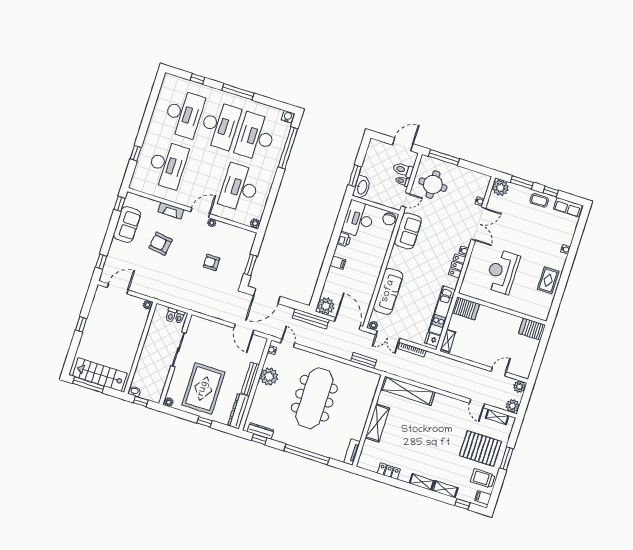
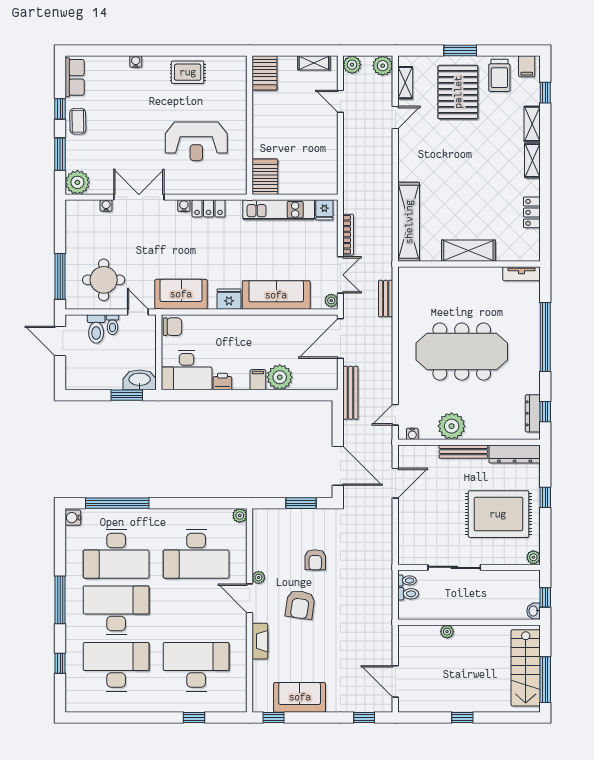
armchair: (161, 244) -> (300, 605), moved
fridge: (395, 261) -> (229, 299), added
plant: (148, 305) -> (447, 632), moved
plant: (326, 306) -> (280, 377), moved
shelving: (448, 341) -> (314, 63), moved

